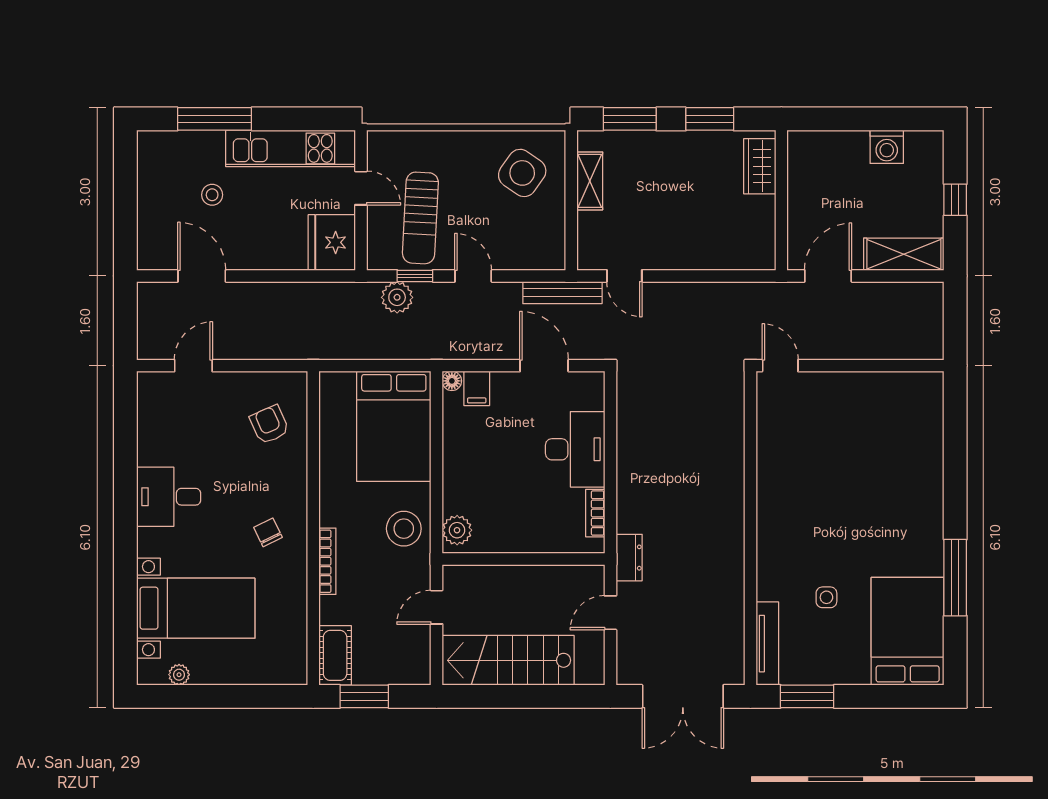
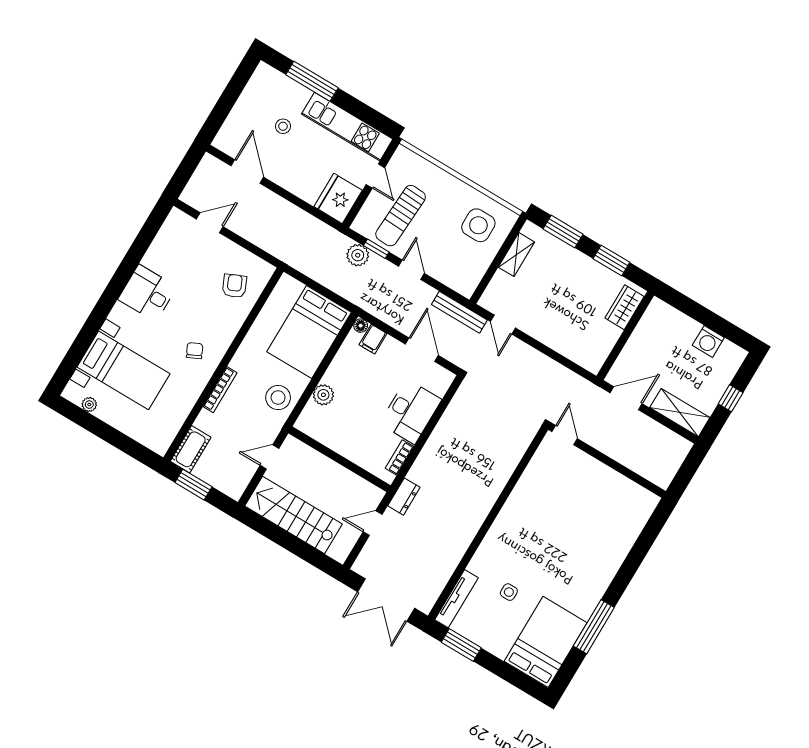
side table: (522, 173) -> (478, 225), turned -35
plant: (457, 530) -> (323, 395), moved

